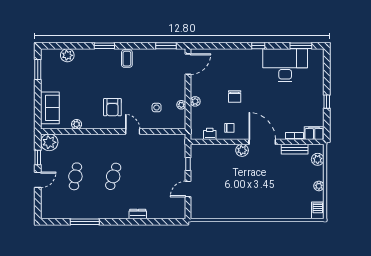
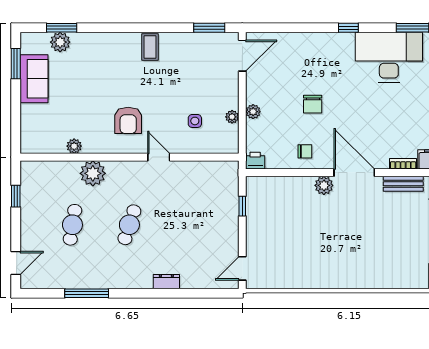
window: (104, 46) -> (62, 28), moved
sofa: (50, 108) -> (34, 79), moved
printer: (210, 134) -> (255, 161), moved
plant: (49, 142) -> (93, 173), moved
door: (38, 180) -> (16, 263), moved
door: (188, 189) -> (242, 268), moved

